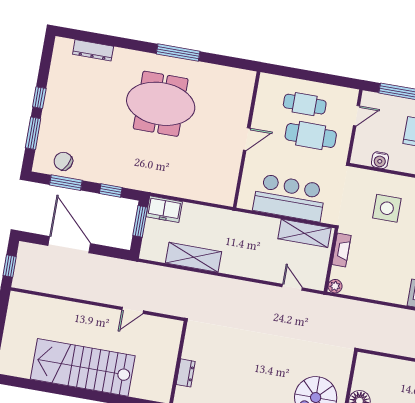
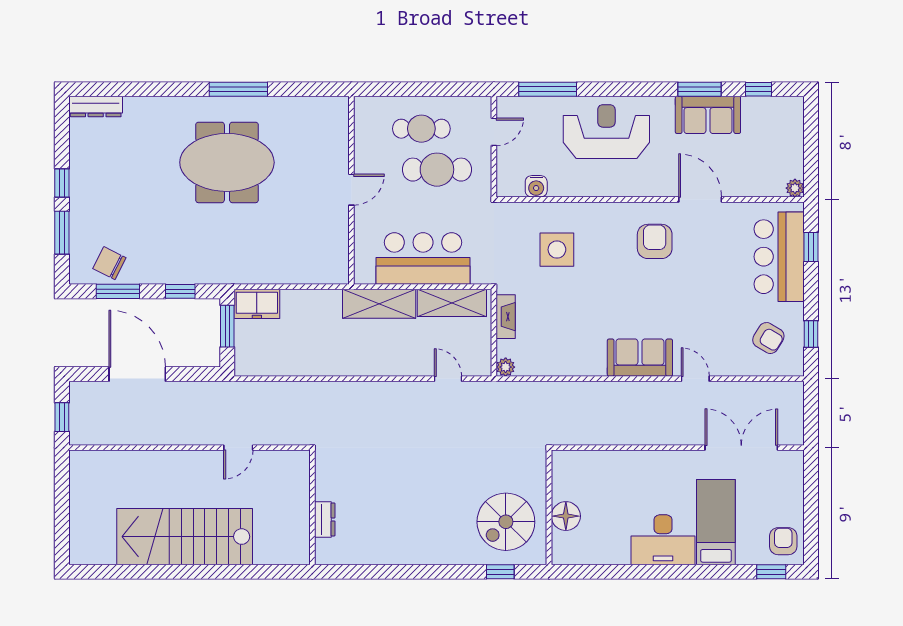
dresser: (93, 50) -> (96, 107), moved
shelving: (193, 257) -> (379, 304), moved

